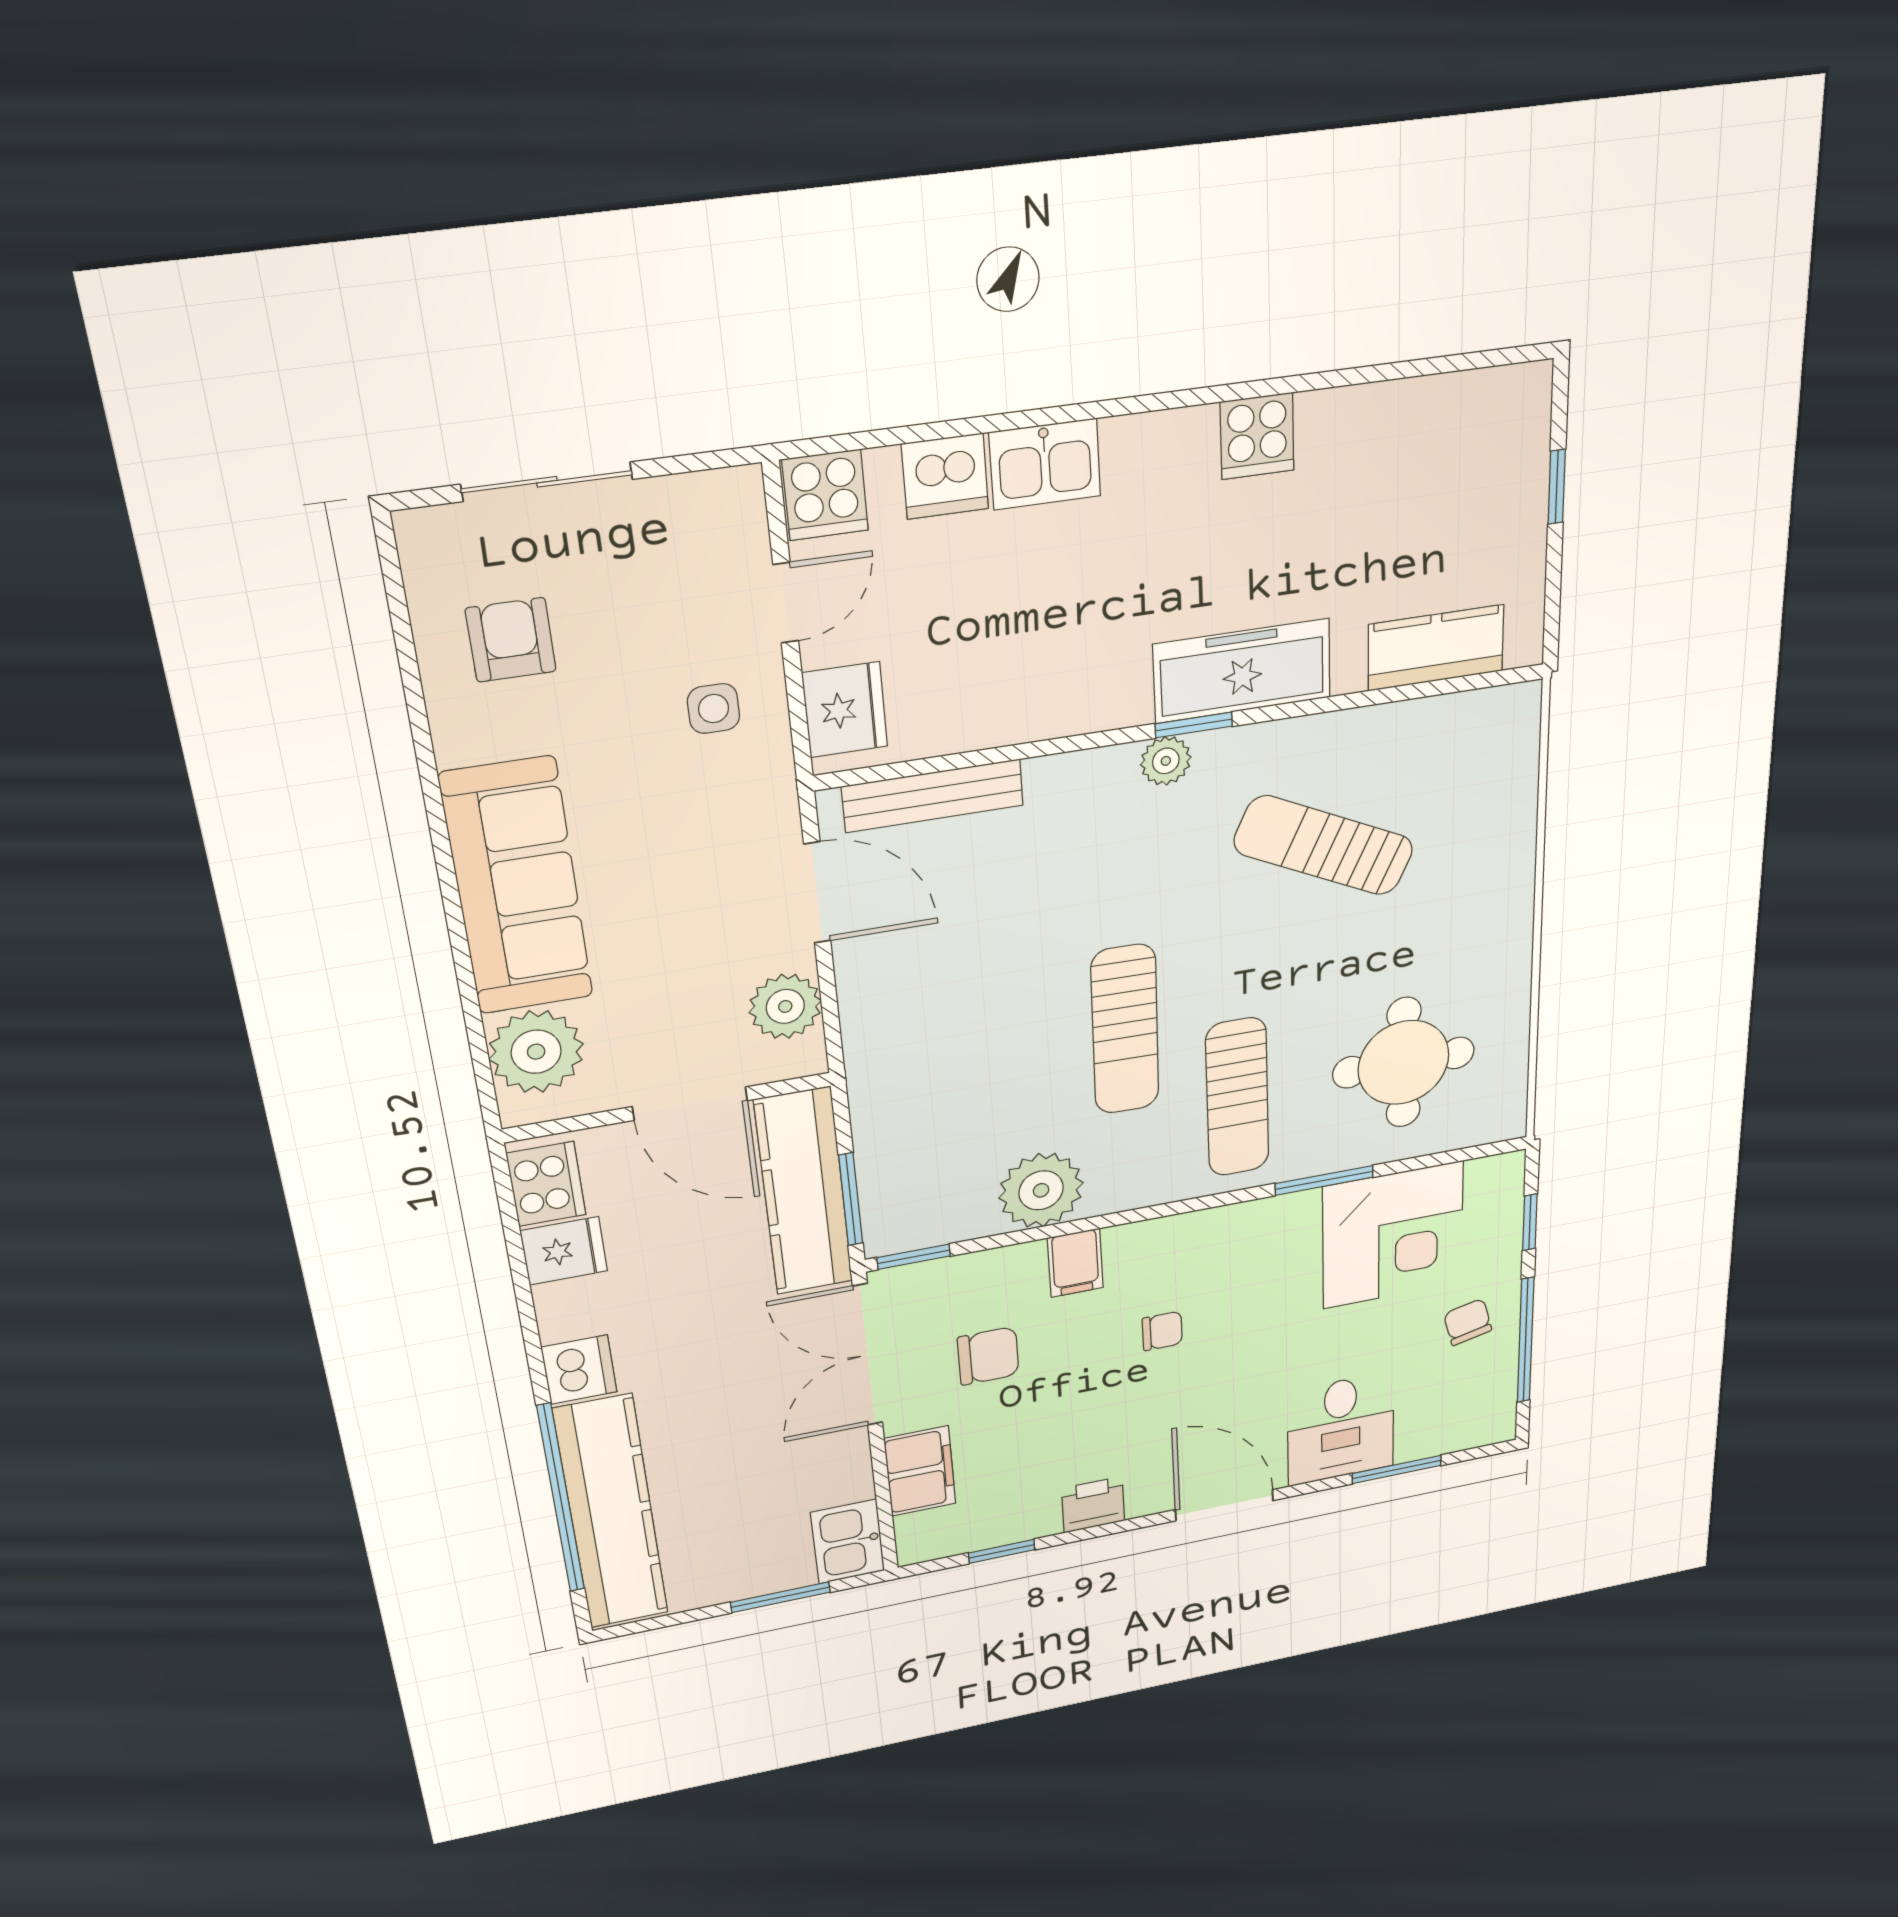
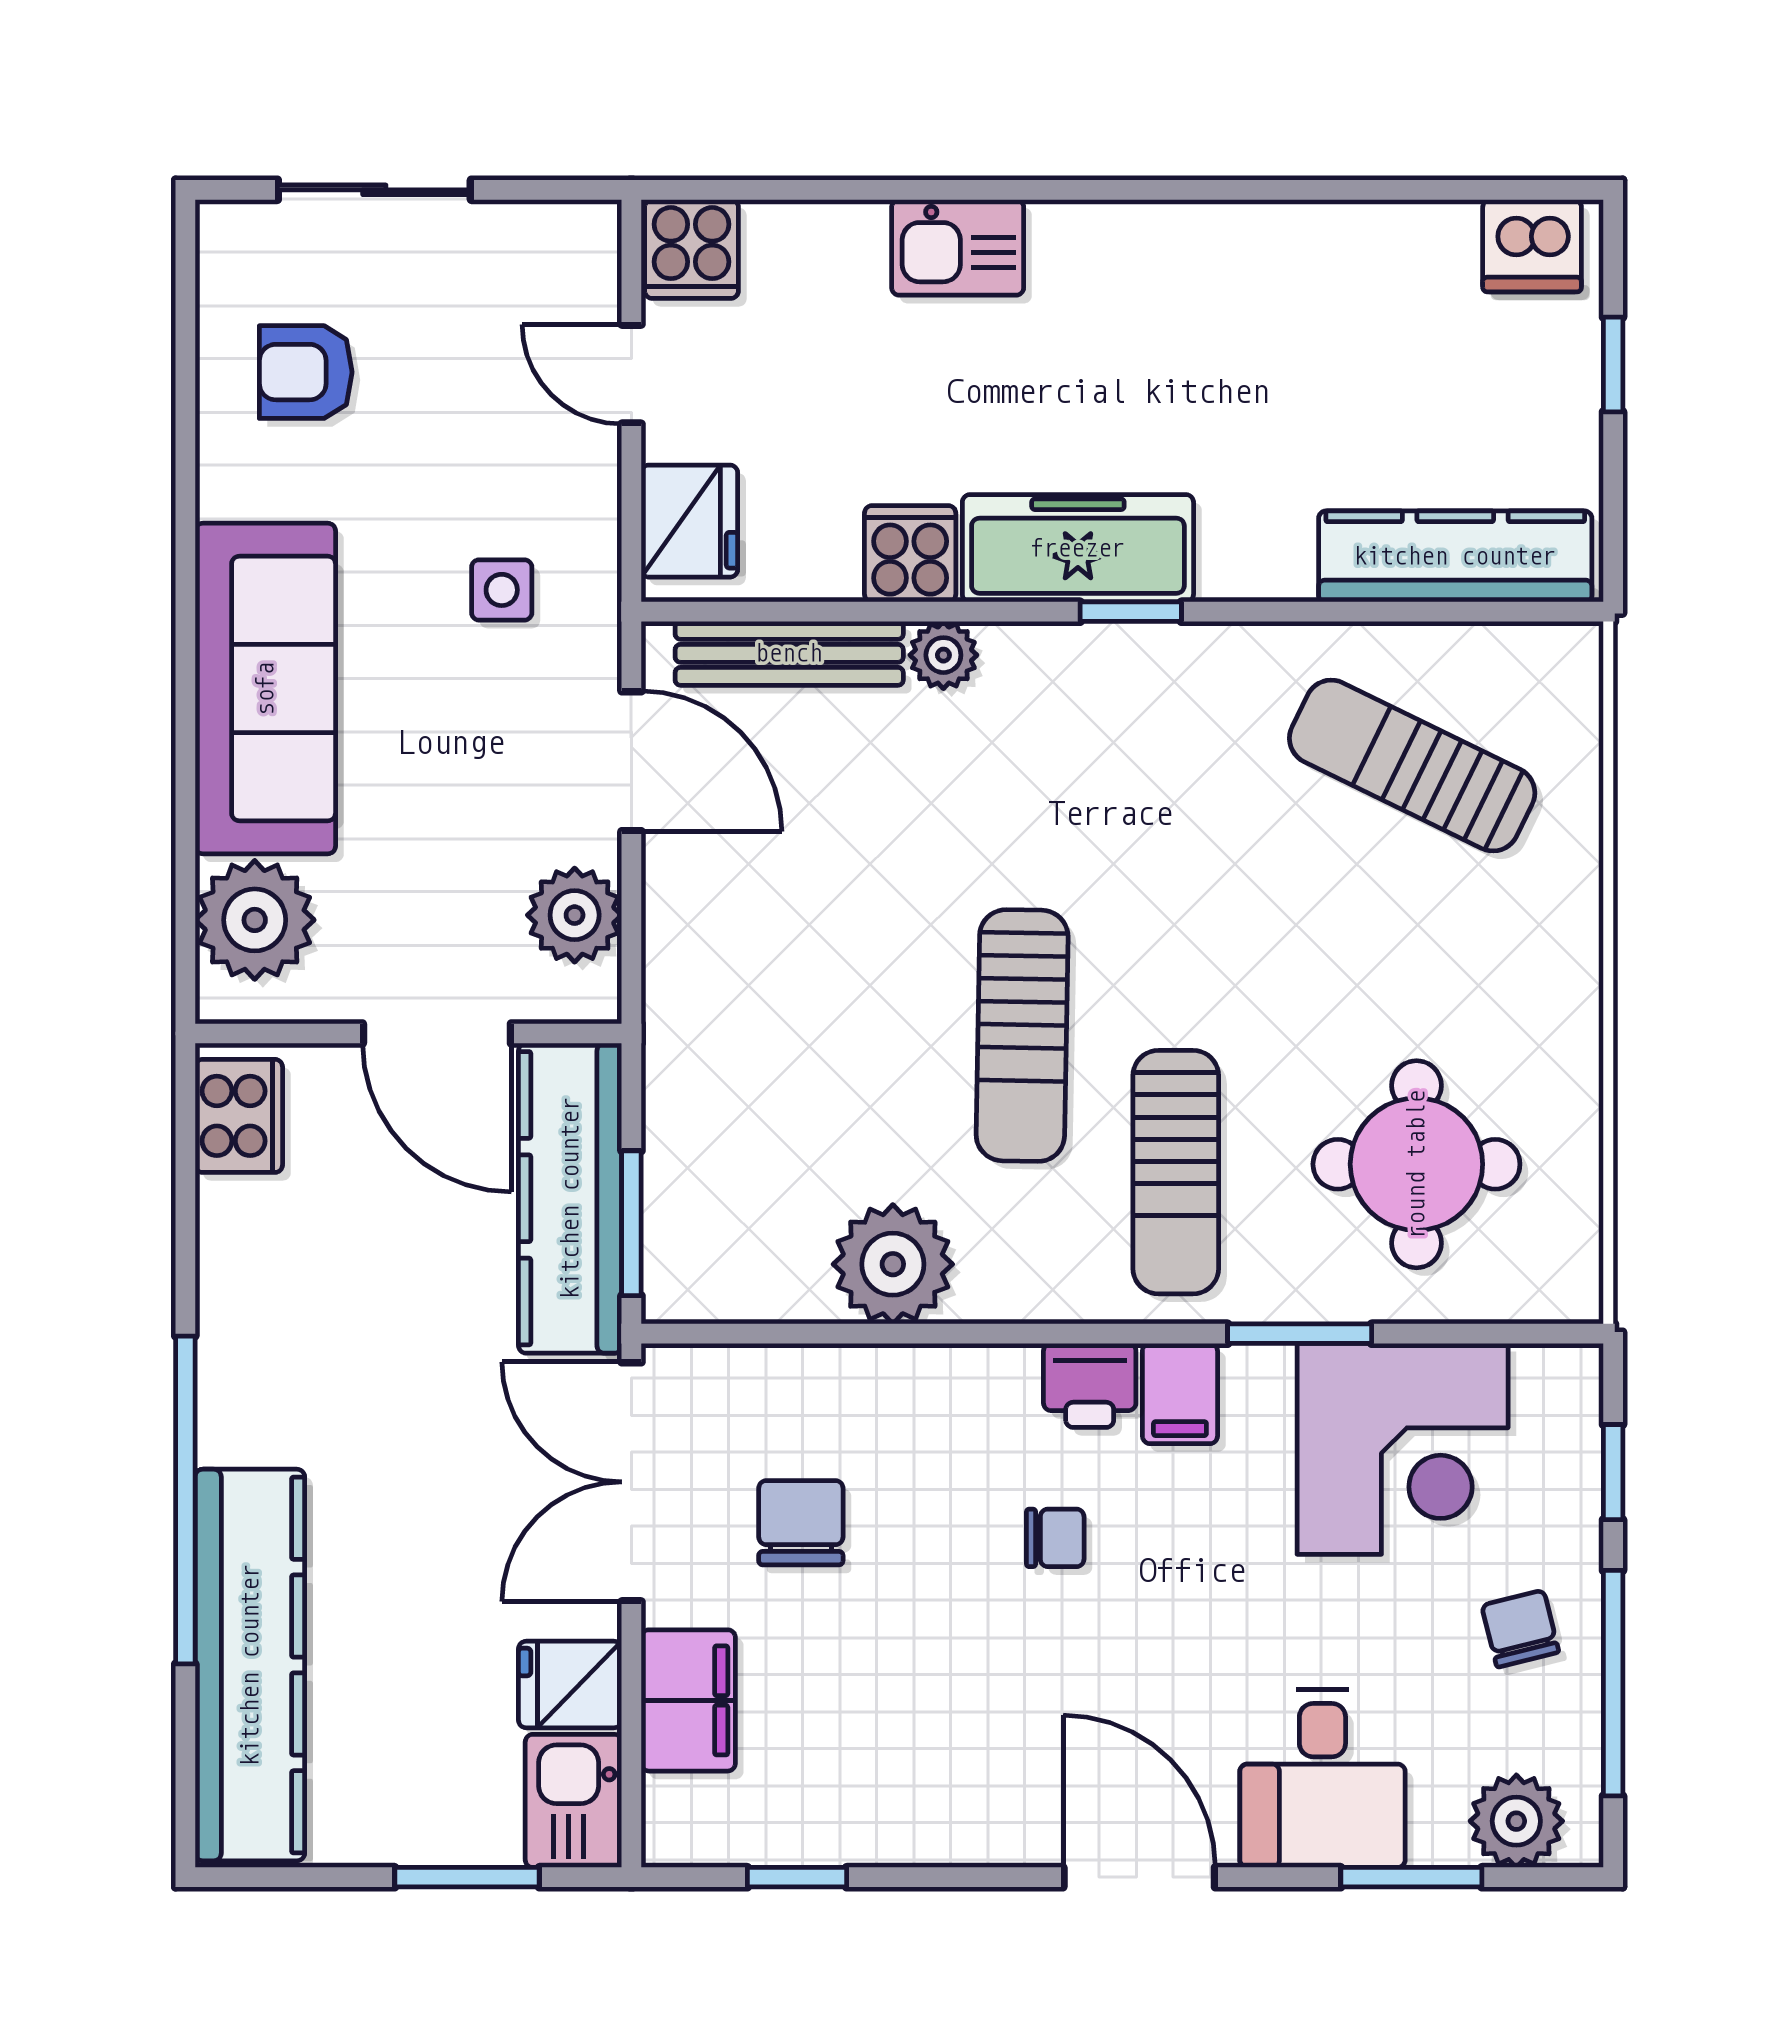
cooker: (1257, 436) -> (910, 554), moved, turned 180
dishwasher: (945, 476) -> (1532, 246), moved
door: (786, 603) -> (631, 374), swing flipped
armchair: (511, 640) -> (306, 372), turned -90
kitchen counter: (1436, 648) -> (1455, 556), width x1.50
freezer: (1242, 671) -> (1078, 548), moved
side table: (714, 709) -> (502, 590), moved
plant: (1166, 761) -> (943, 655), moved
sun lounger: (1324, 846) -> (1412, 766), moved
fridge: (564, 1251) -> (570, 1685), moved, turned 180
window: (914, 1257) -> (709, 1334), removed
filing cabinet: (1075, 1263) -> (1180, 1394), moved
chair: (988, 1356) -> (801, 1523), turned -90
dishwasher: (579, 1370) -> (240, 1415), removed
plant: (1463, 1427) -> (1516, 1821), added
window: (561, 1499) -> (185, 1500), moved
printer: (1093, 1505) -> (1090, 1385), moved, turned 180

